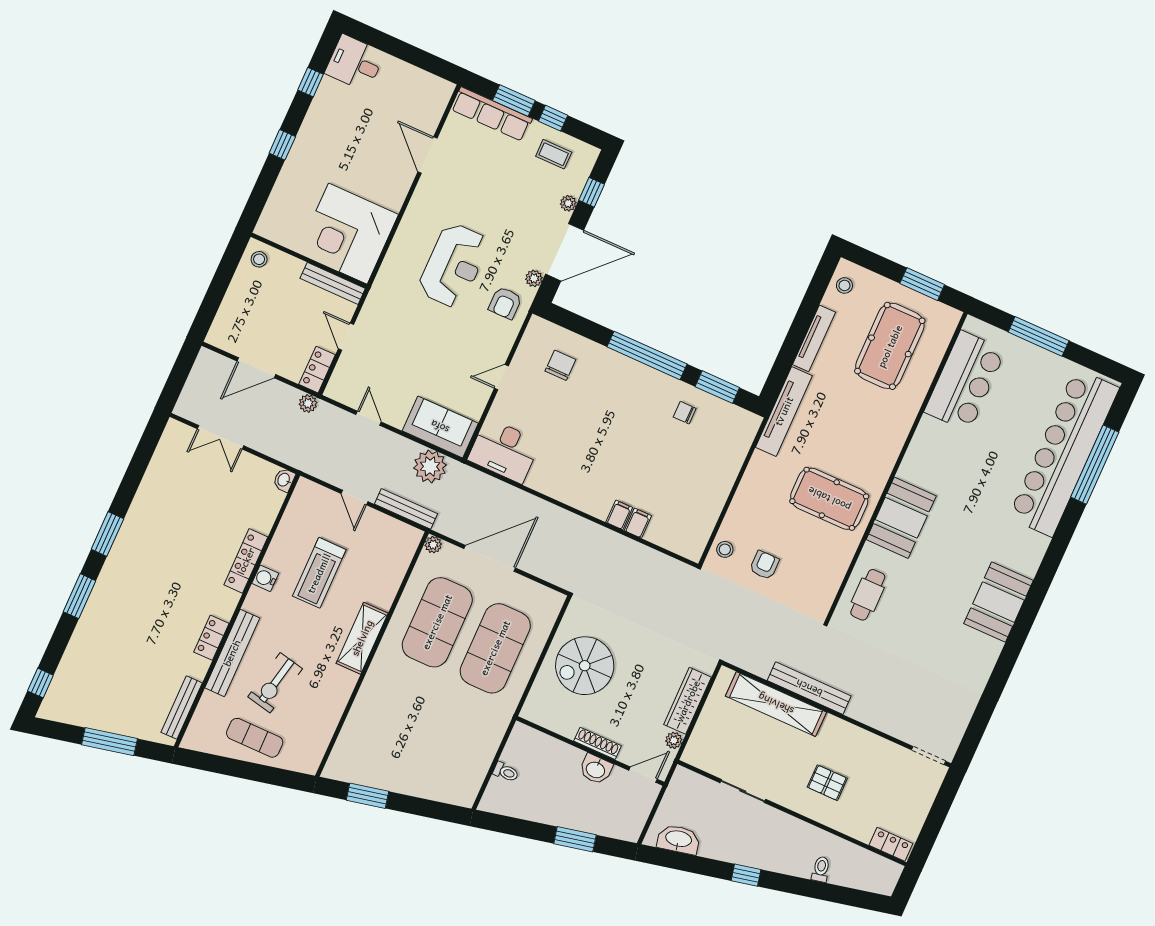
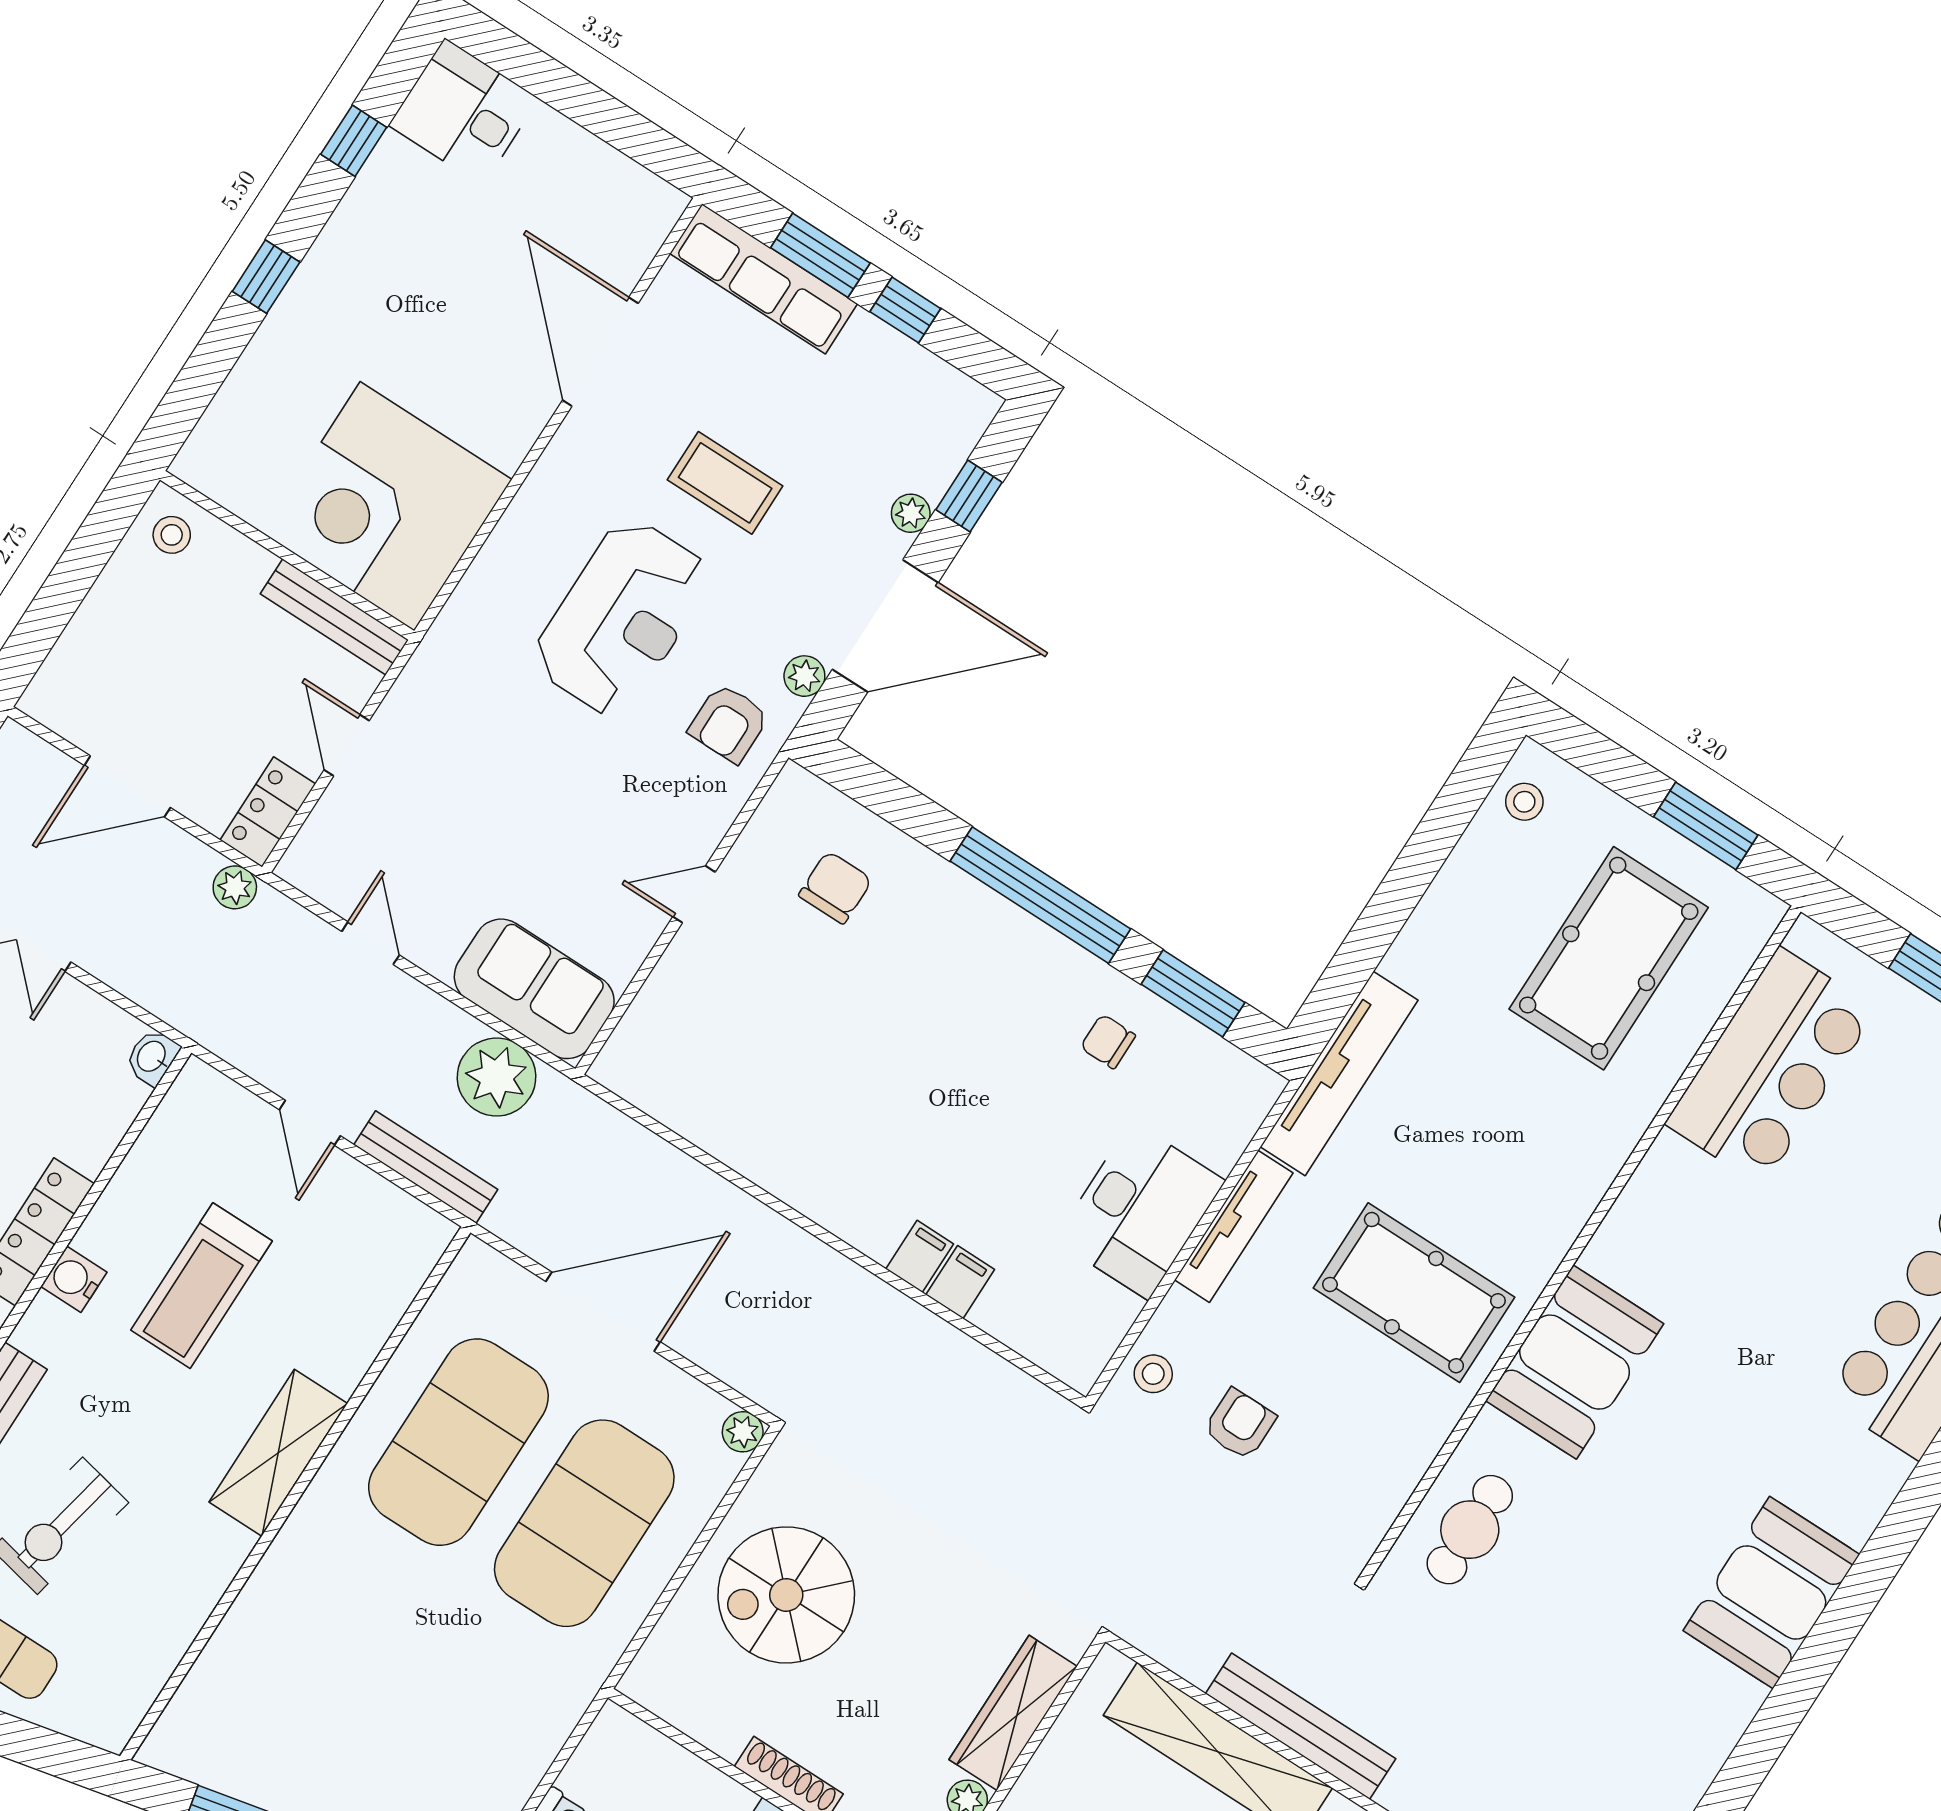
coffee table: (554, 154) -> (725, 483), moved, width x1.36, depth x1.30
door: (428, 155) -> (600, 352), width x1.36
tv unit: (814, 338) -> (1234, 1226), moved
desk: (504, 451) -> (1140, 1210), moved, turned -90
plant: (433, 545) -> (743, 1432), moved

